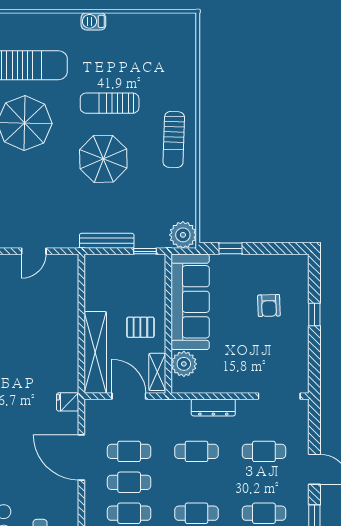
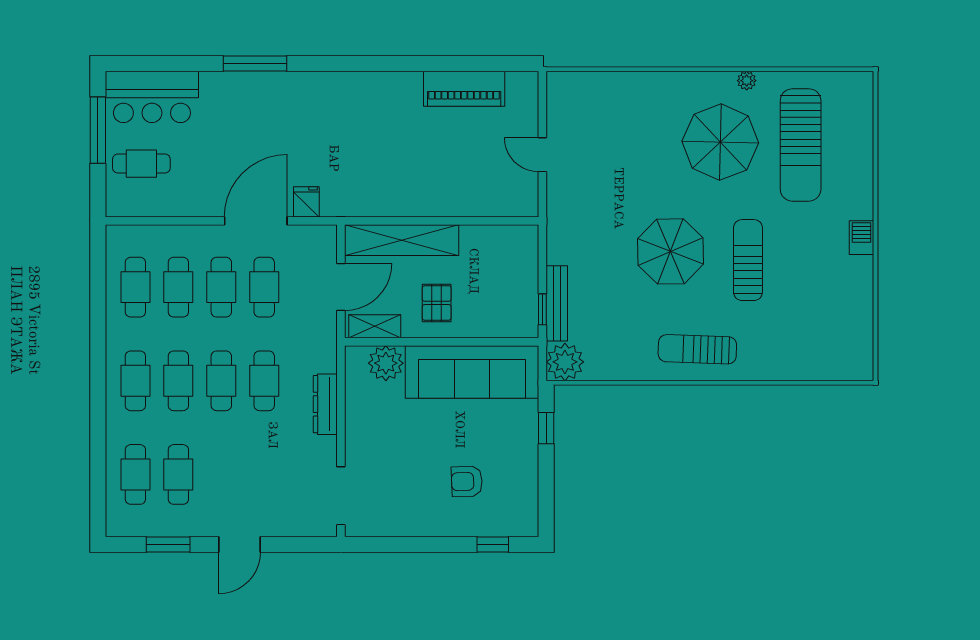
bench: (107, 241) -> (557, 303), moved
window: (314, 314) -> (493, 544), moved
fridge: (68, 402) -> (306, 202), moved
cafe table: (264, 451) -> (221, 381), moved

